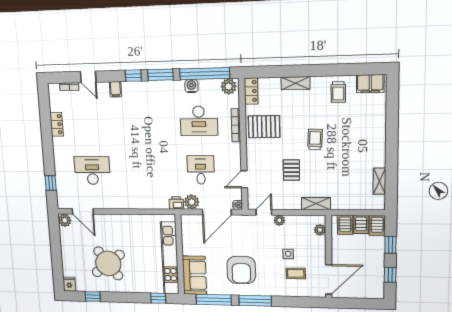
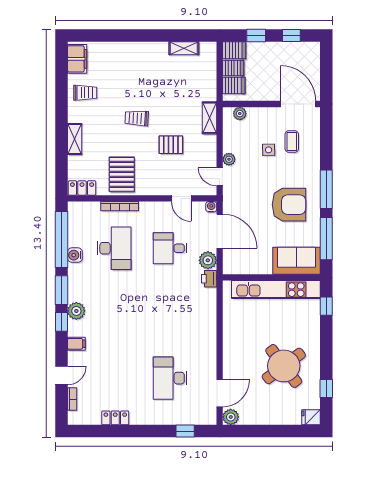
plant: (229, 86) -> (76, 311), moved

